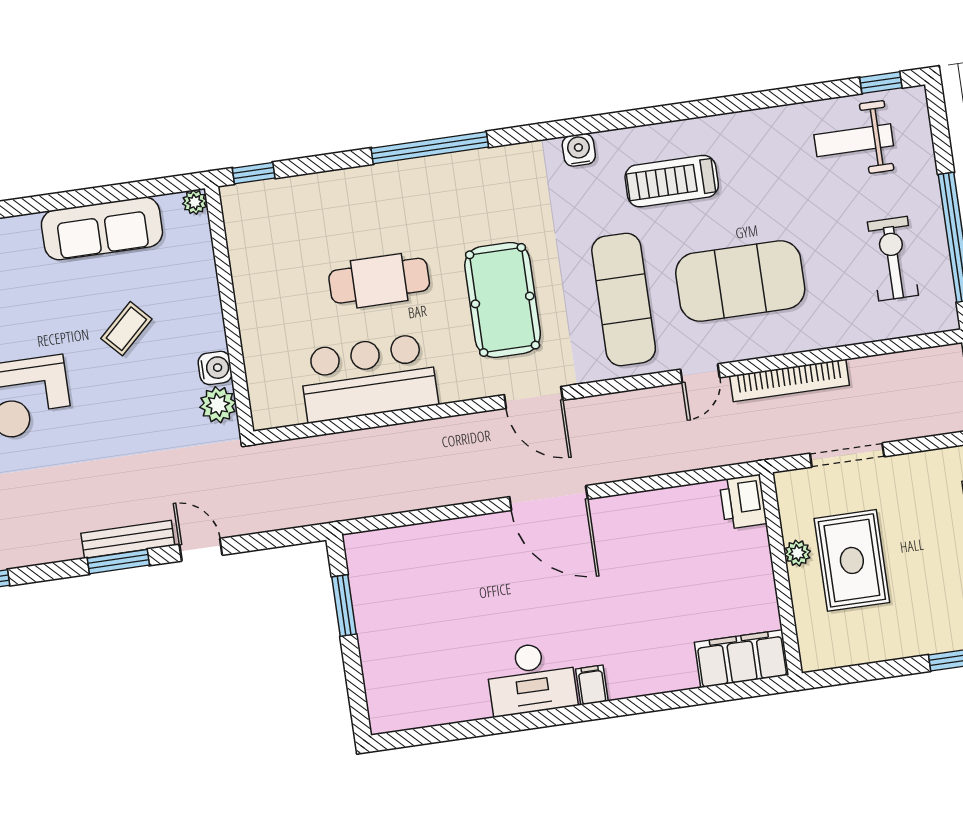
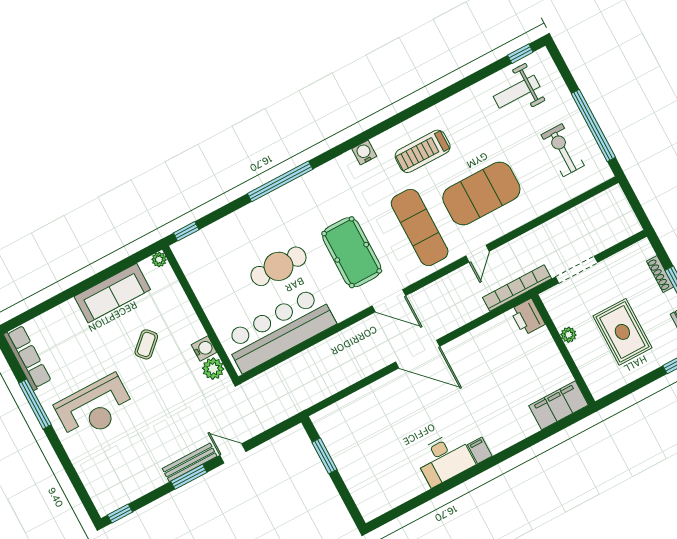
bar counter: (368, 378) -> (279, 330), width x1.36
bookcase: (789, 380) -> (517, 288), moved, turned 180
rug: (852, 560) -> (622, 332), moved

